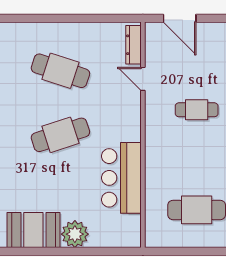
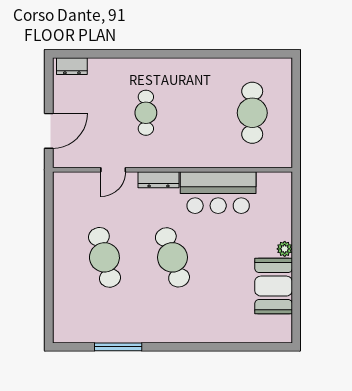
dresser: (134, 45) -> (158, 180), moved
cafe table: (60, 71) -> (104, 257), turned -33
plant: (75, 234) -> (285, 249), width x0.53, depth x0.53

